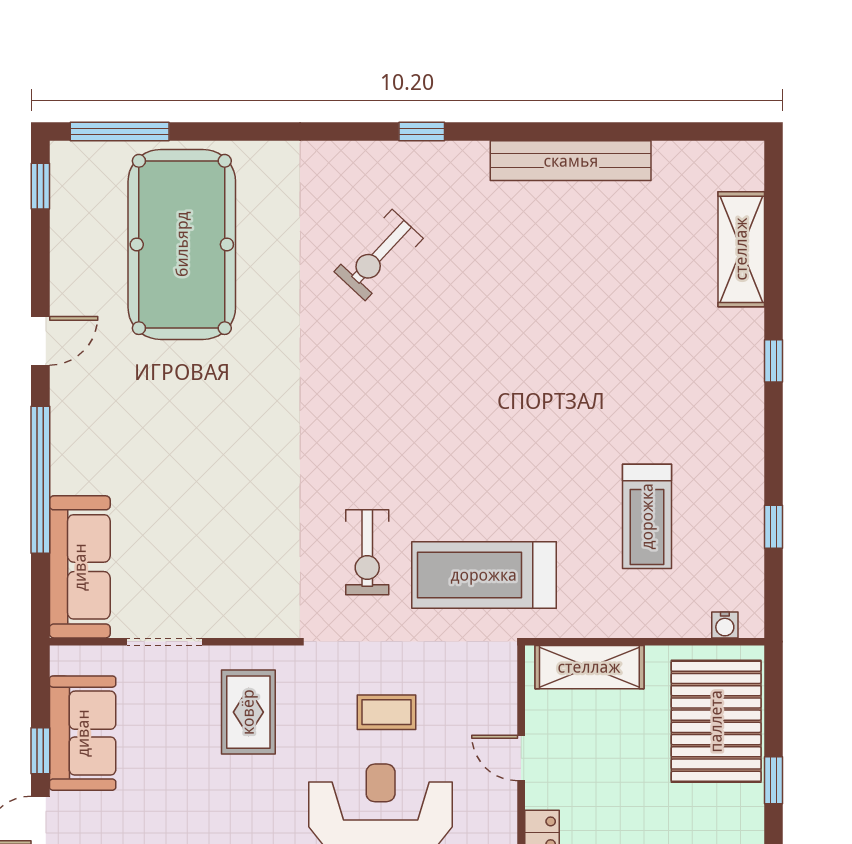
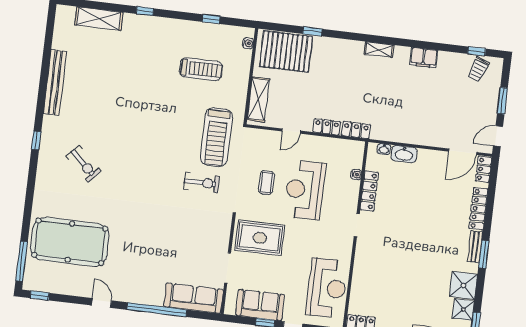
rug: (248, 712) -> (260, 238), width x1.36, depth x1.43

